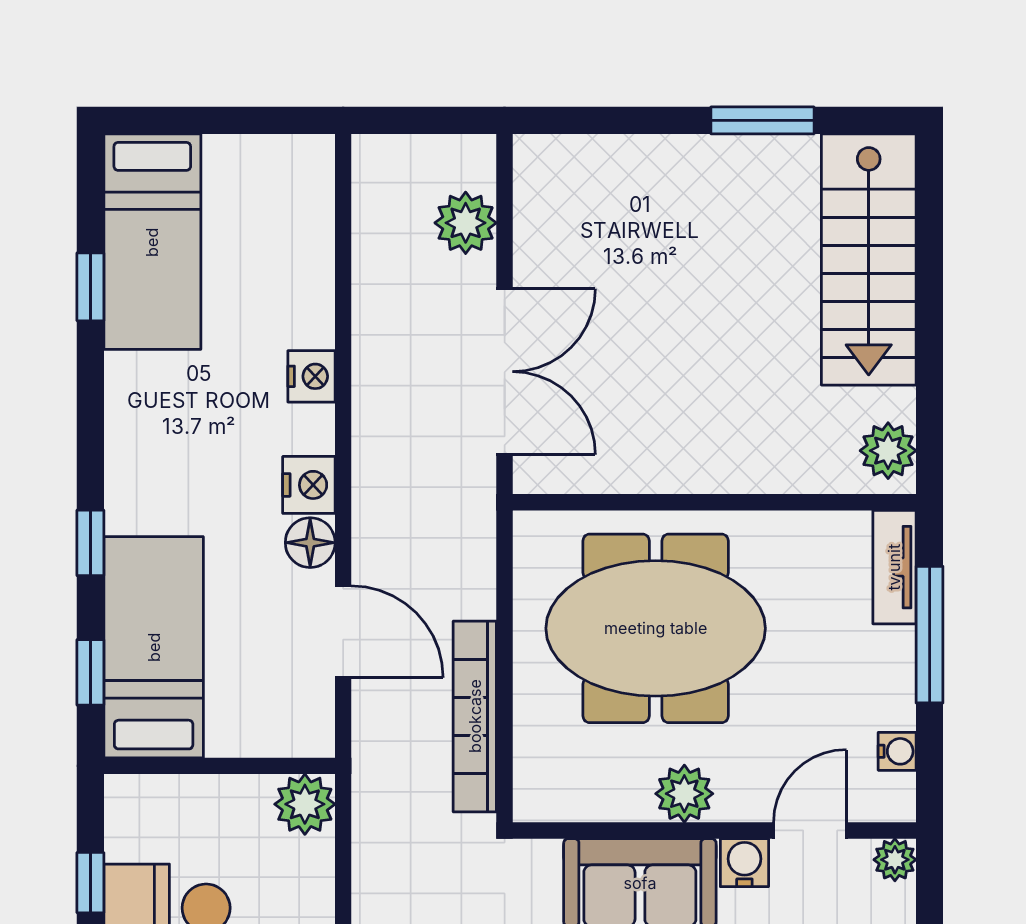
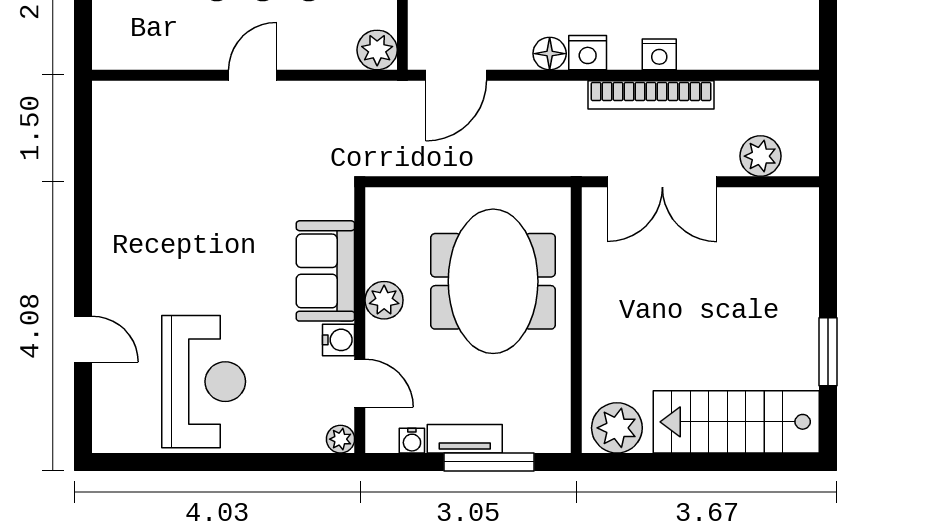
plant: (888, 451) -> (617, 428), width x1.36, depth x1.36
tv unit: (894, 567) -> (465, 439), moved
door: (343, 632) -> (456, 75), moved
bookcase: (475, 716) -> (651, 95), moved, turned 180

